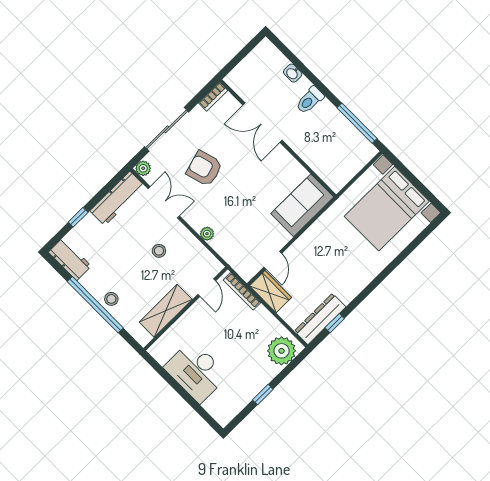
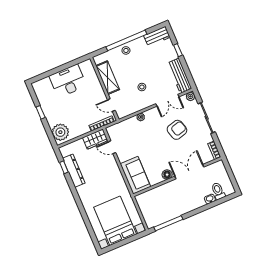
toilet: (310, 100) -> (218, 191), moved
floor lamp: (281, 156) -> (167, 175), added
dresser: (320, 319) -> (74, 171), moved

